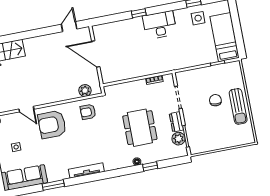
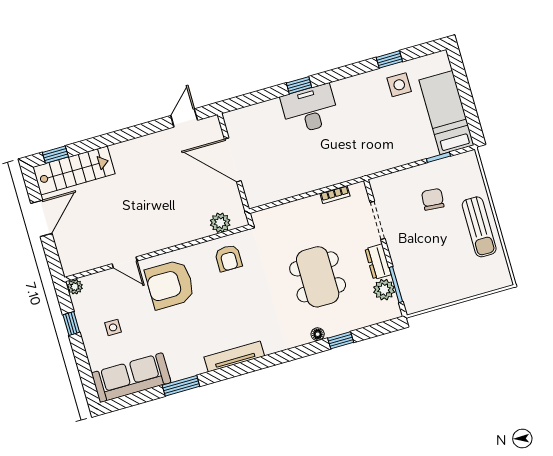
desk: (160, 25) -> (310, 109), moved
chair: (215, 100) -> (433, 199), moved
armchair: (88, 112) -> (228, 258), turned -90

